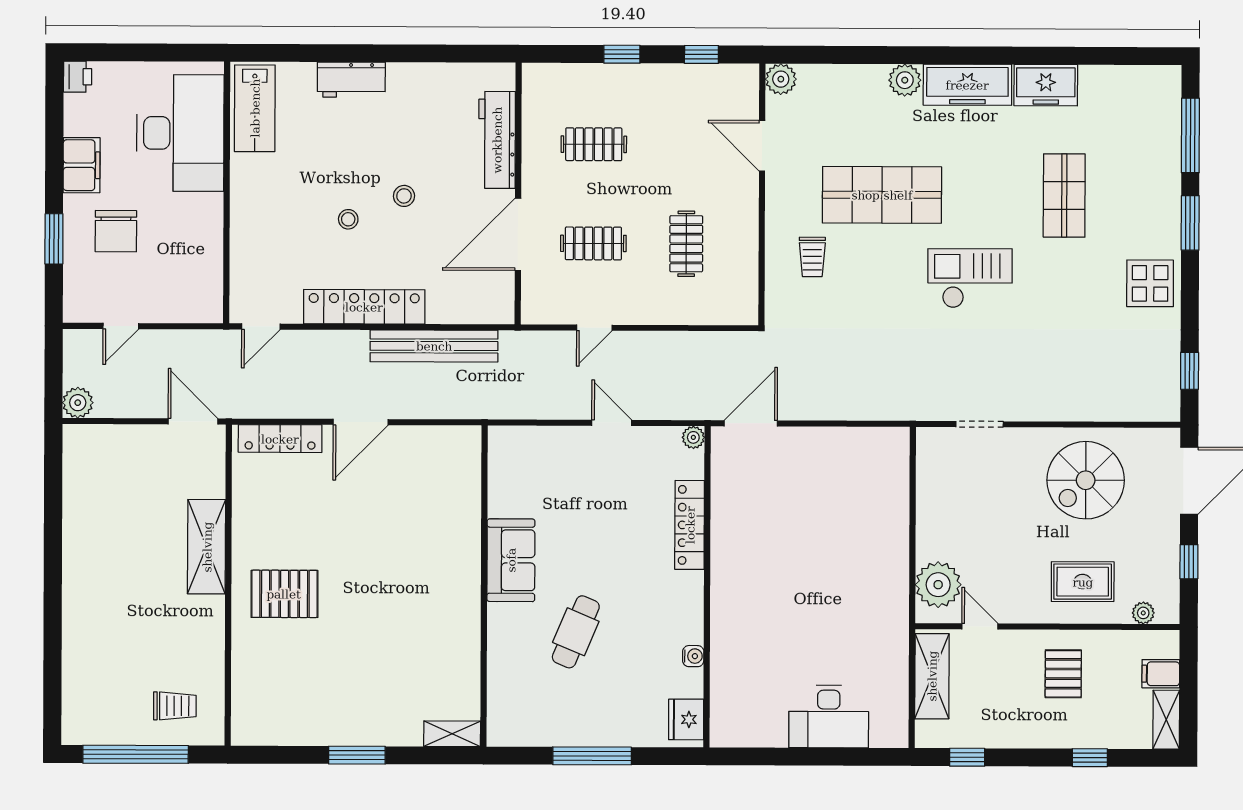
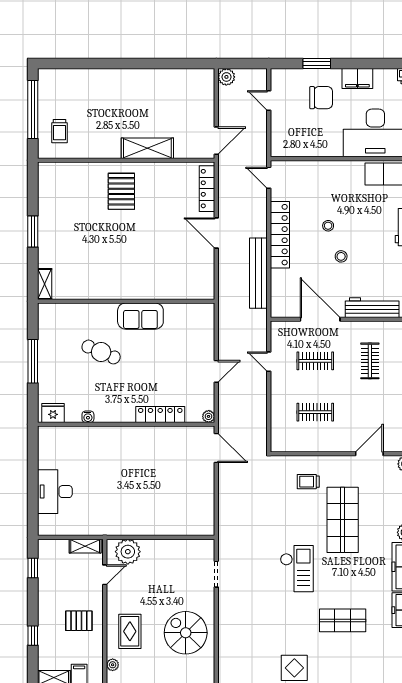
chair: (116, 231) -> (321, 98), turned 180
clothes rail: (593, 243) -> (315, 361), turned 90
shelving: (932, 676) -> (85, 546), width x0.67, depth x0.75

